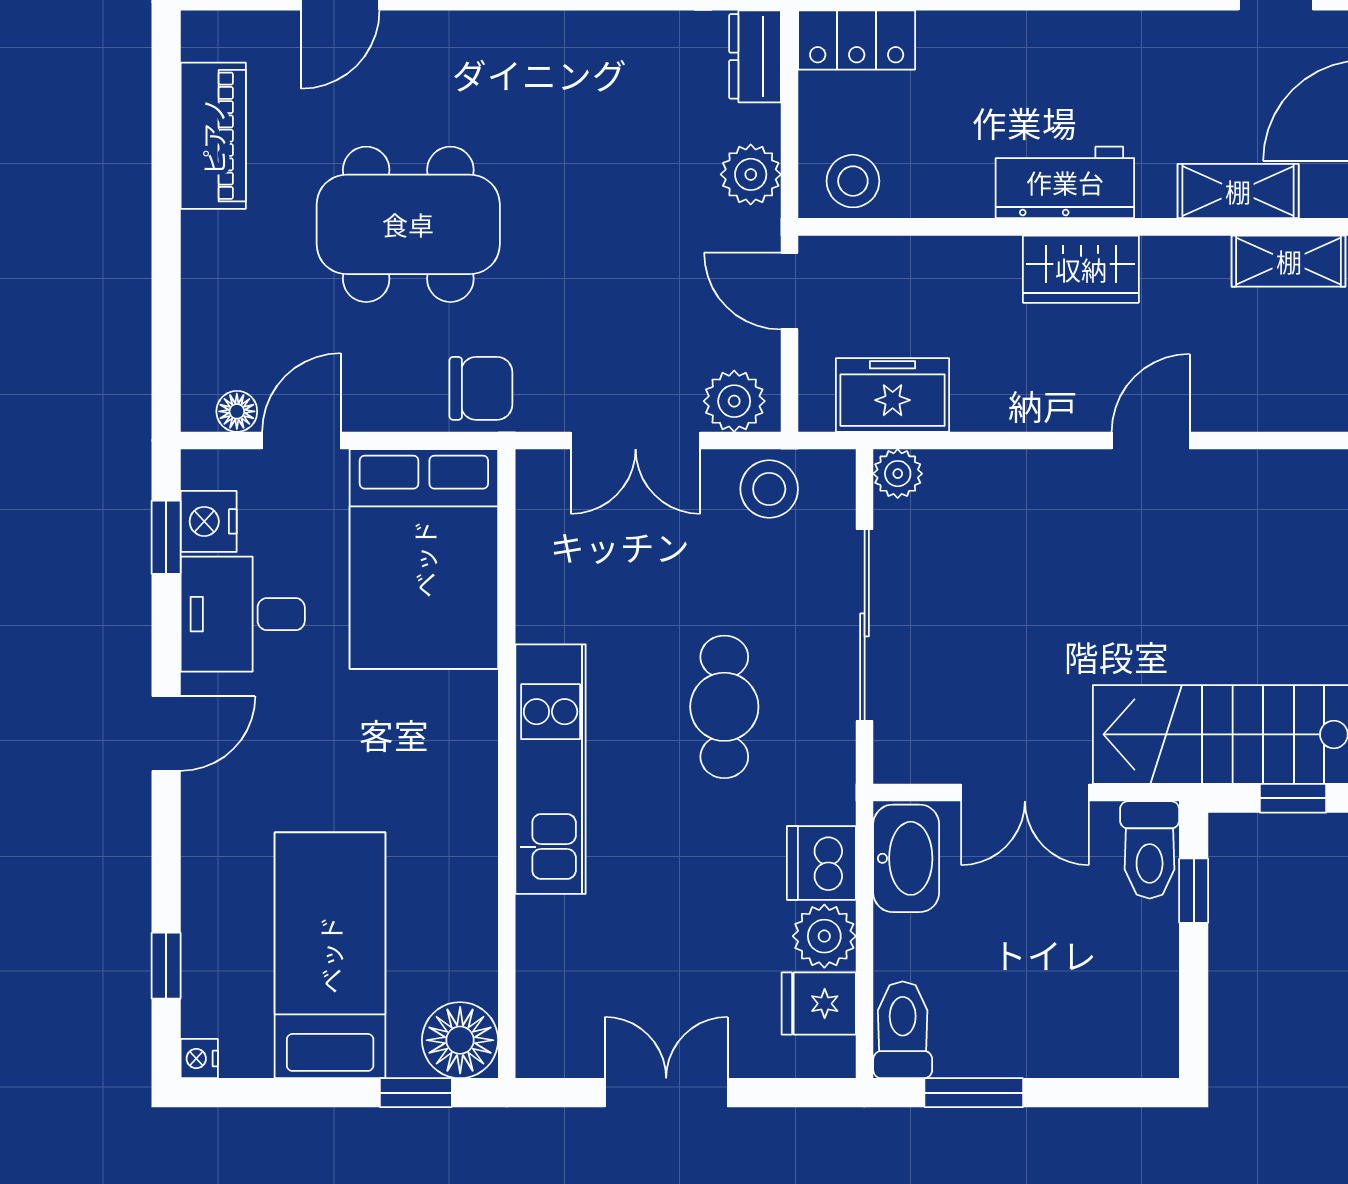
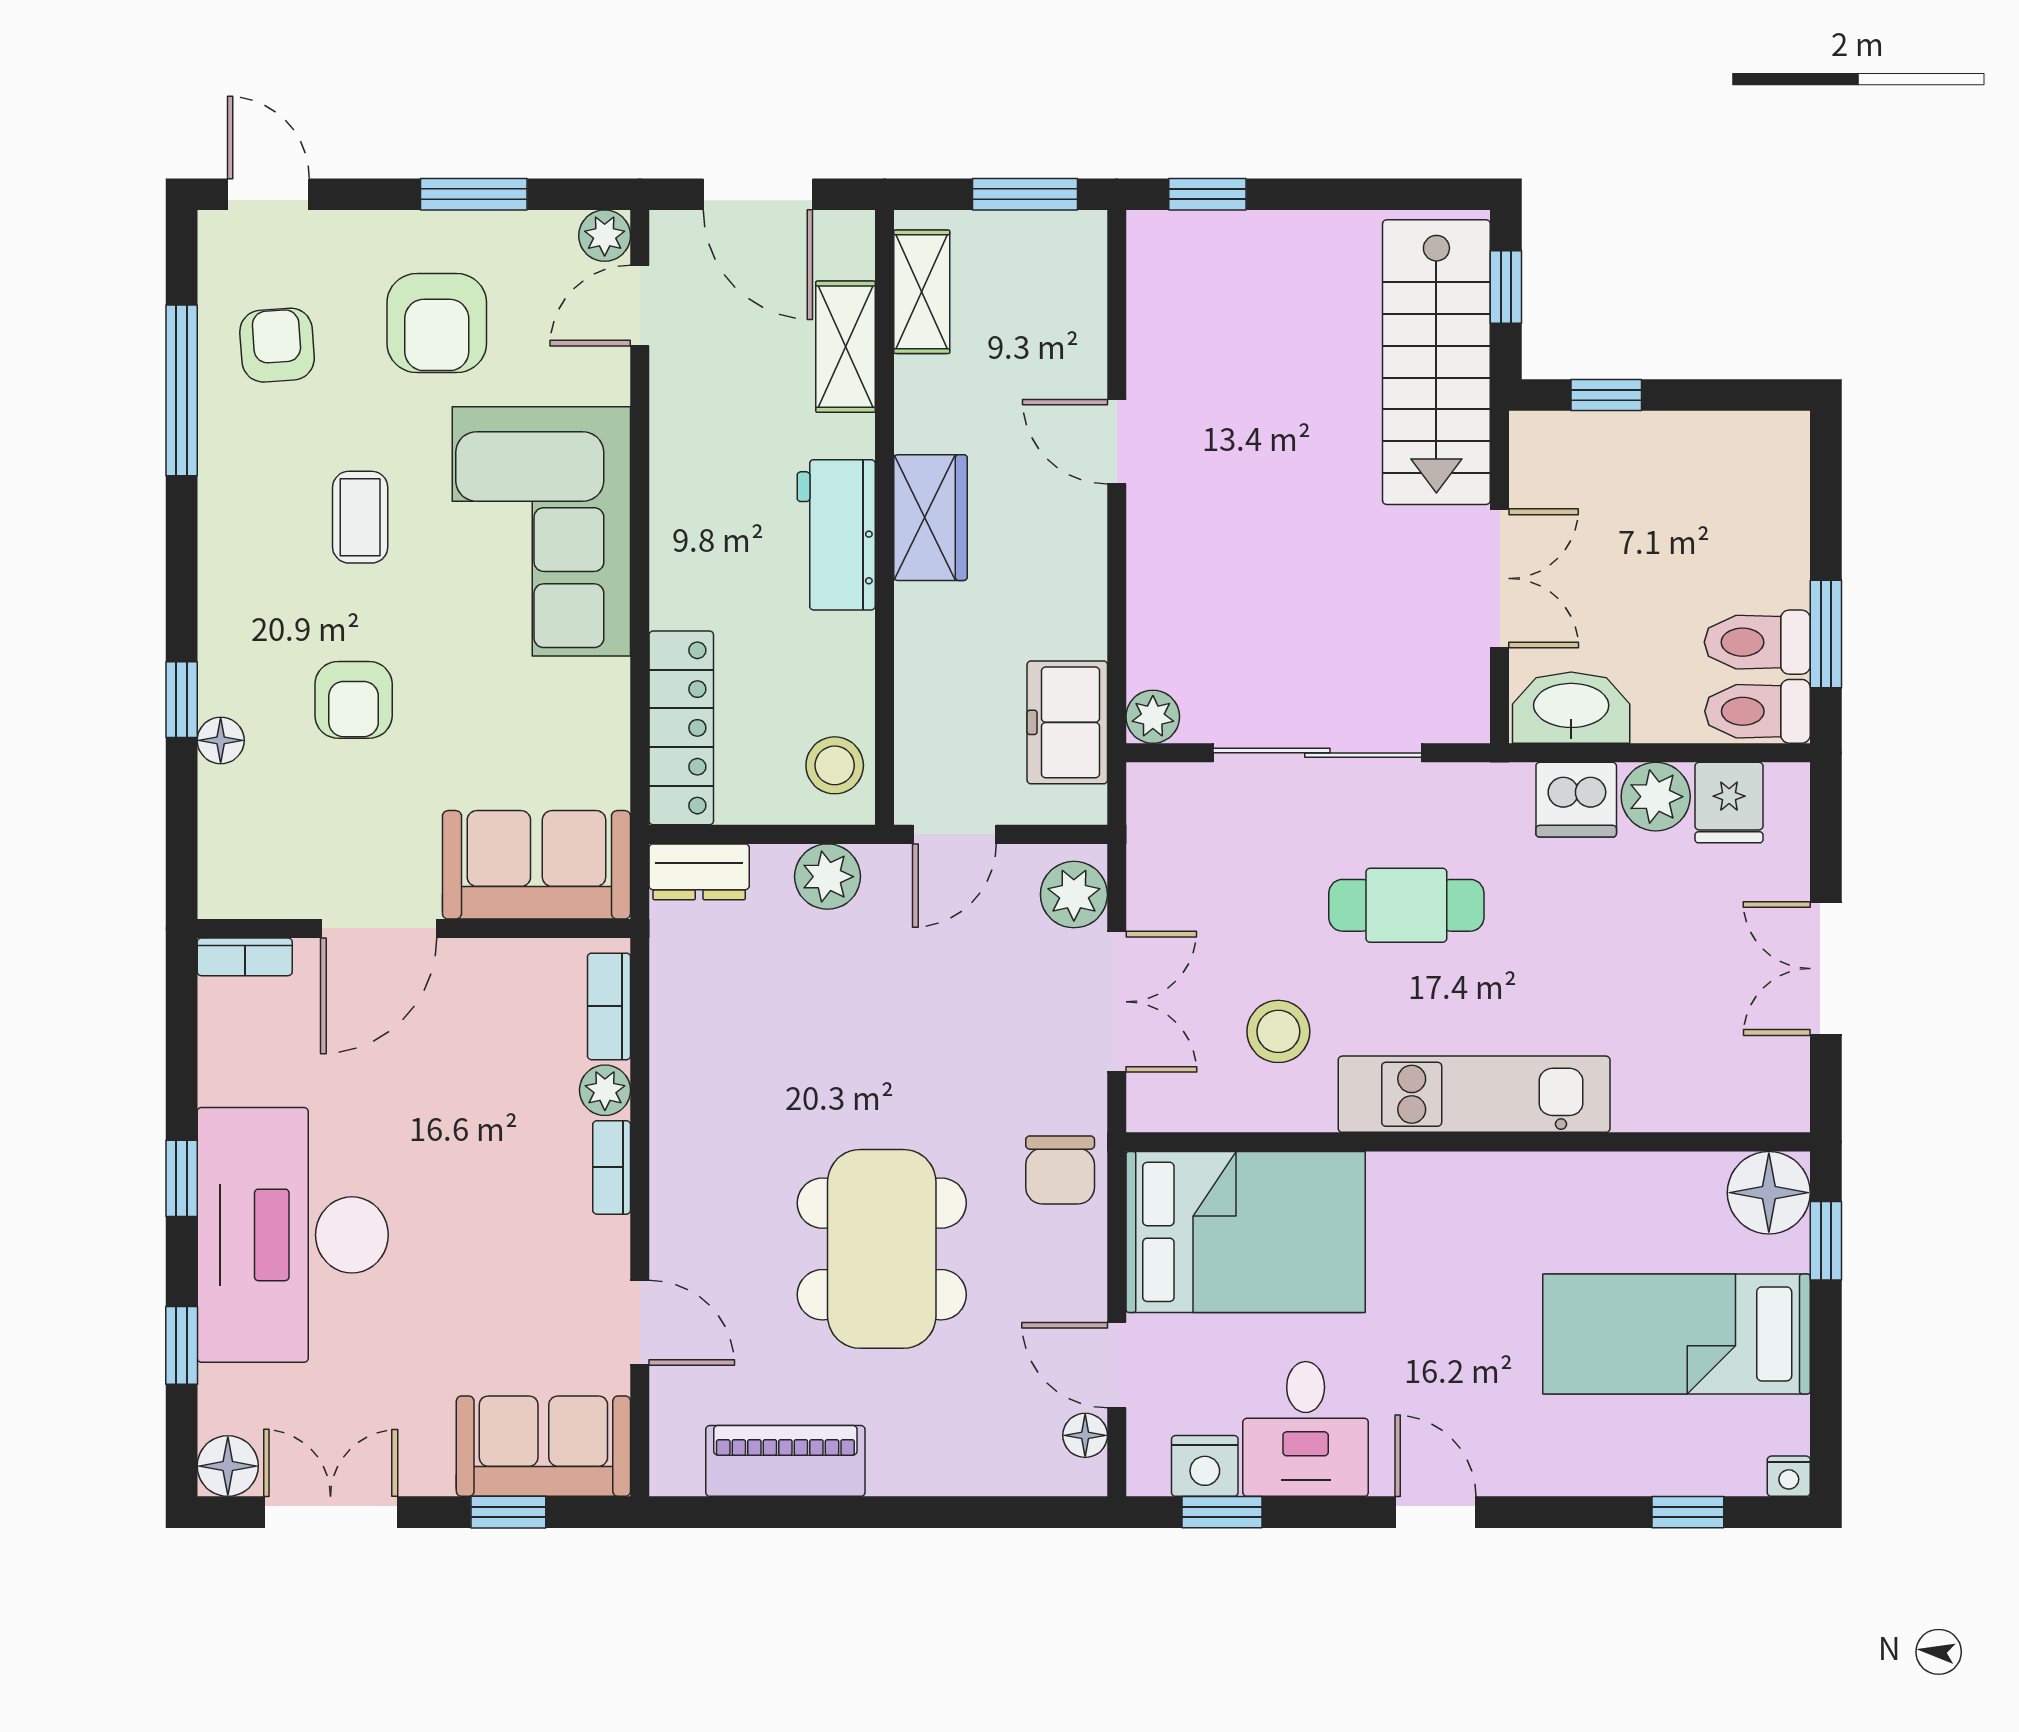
locker: (857, 40) -> (681, 728), width x1.53
chair: (481, 388) -> (1060, 1170), turned 180
stool: (769, 489) -> (1278, 1031), moved
toilet: (1150, 850) -> (1757, 642), moved, turned 180

